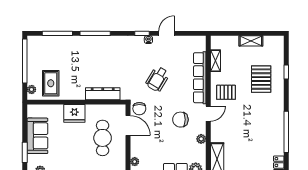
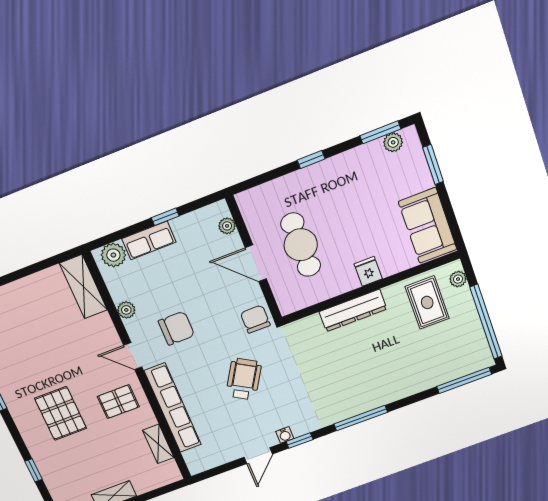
window: (57, 33) -> (464, 380), moved
window: (95, 33) -> (361, 418), moved
pallet: (261, 79) -> (61, 413), moved
dresser: (103, 94) -> (353, 310), moved
fridge: (74, 113) -> (368, 271), width x0.53, depth x0.75
door: (208, 114) -> (133, 356), hinge flipped
door: (128, 125) -> (256, 263), moved
sofa: (37, 136) -> (428, 226), moved

